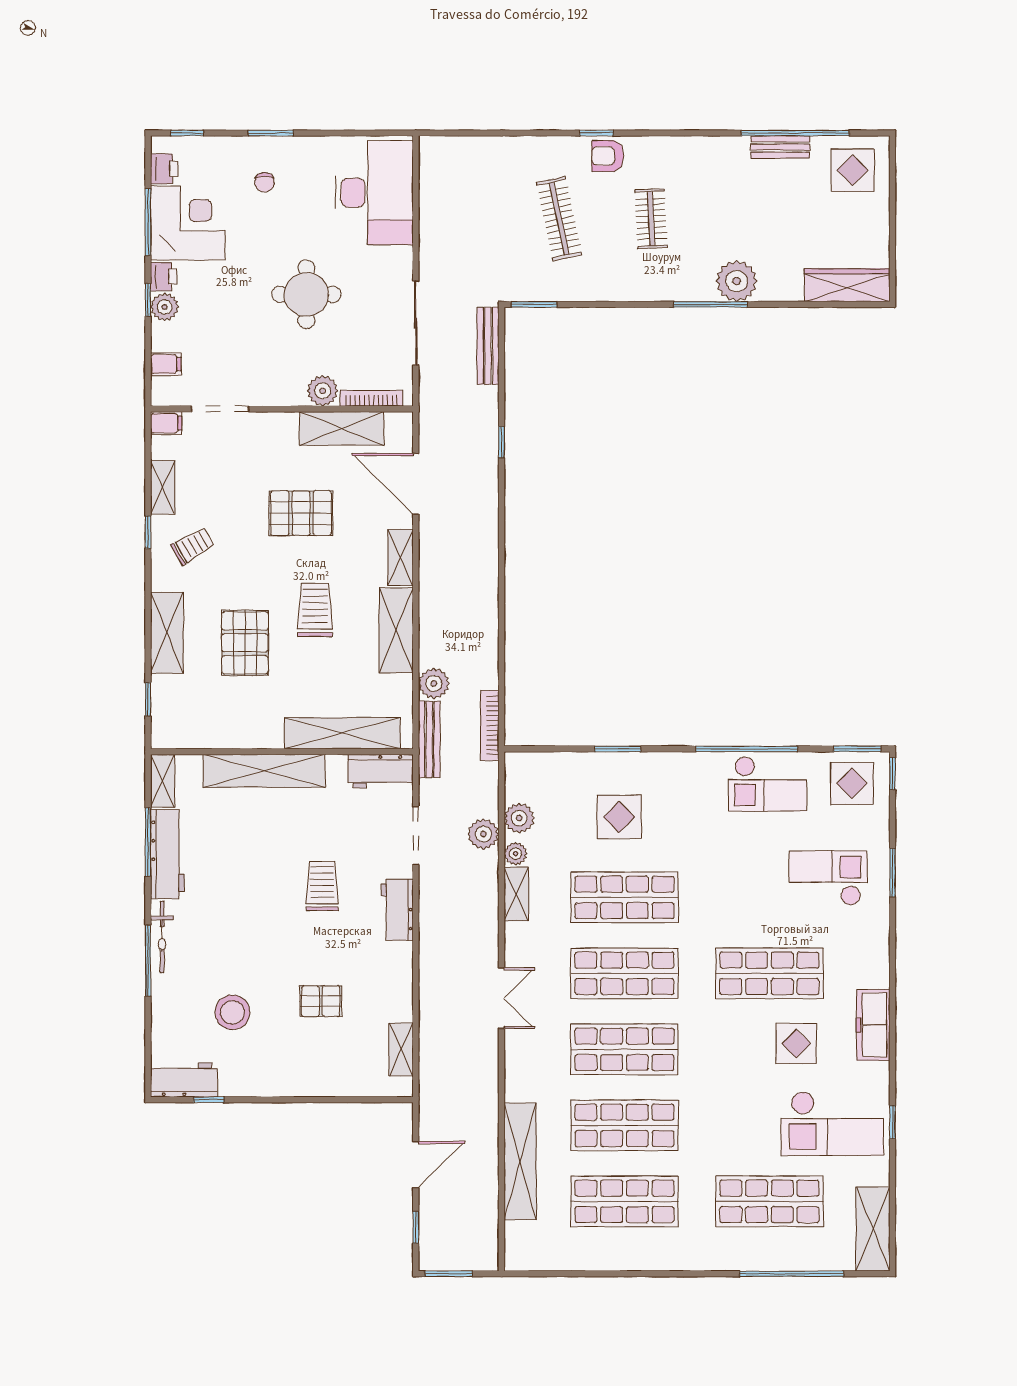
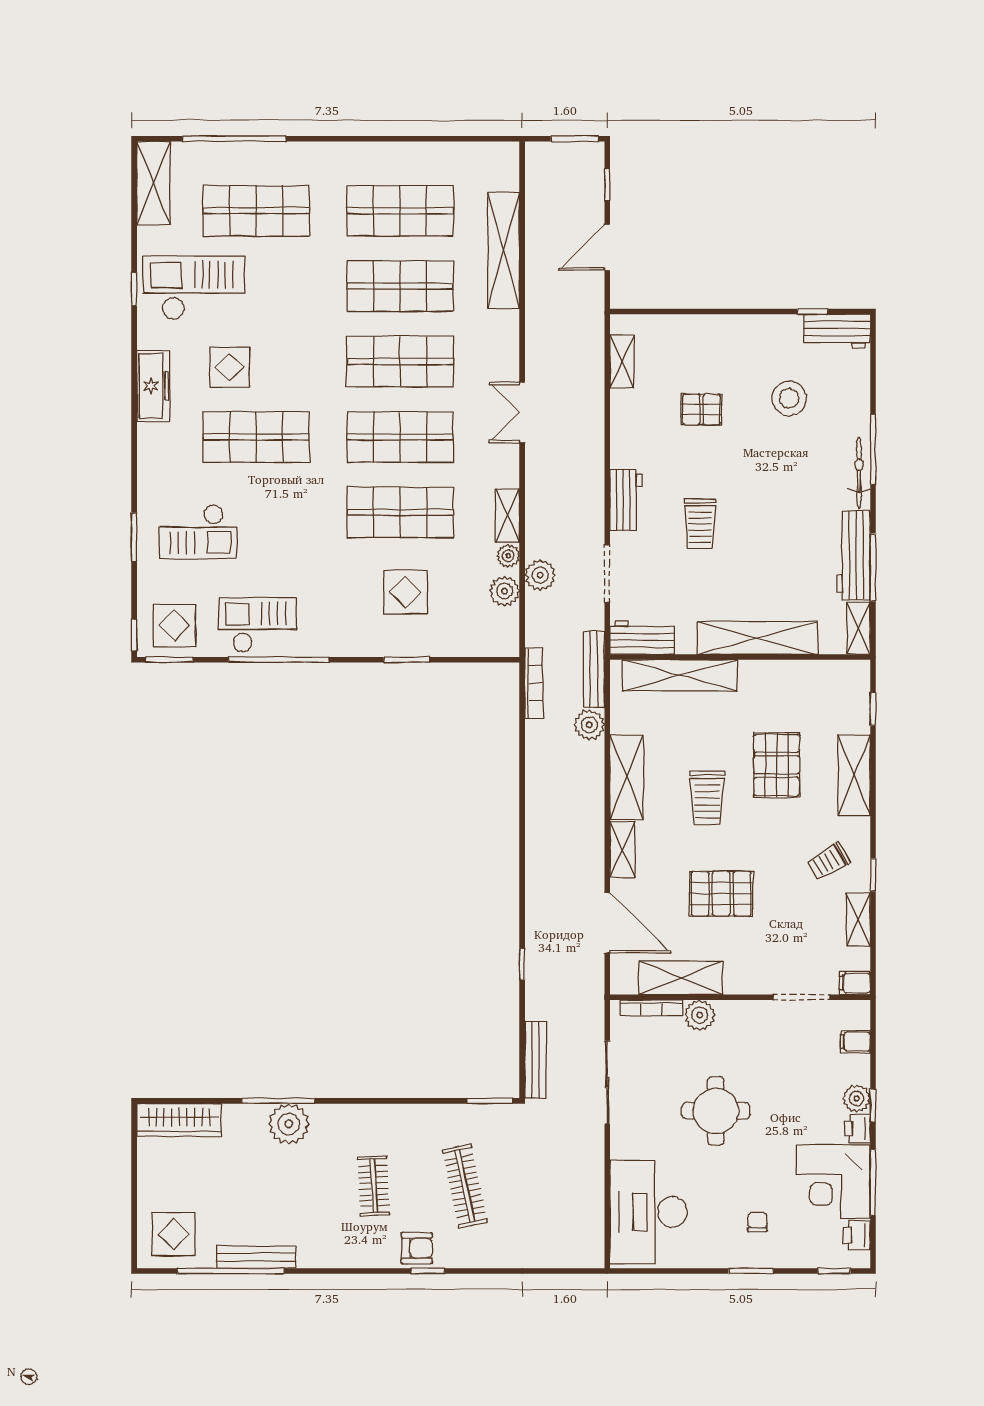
bench: (780, 147) -> (256, 1257), width x1.36
window: (711, 304) -> (278, 1101), moved

